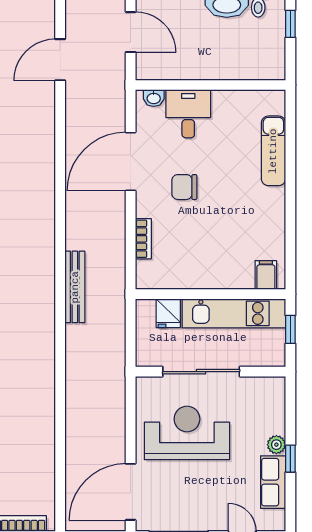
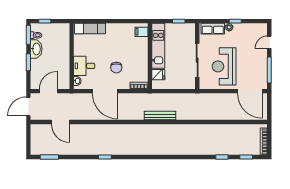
exam couch: (273, 151) -> (90, 28), moved
filing cabinet: (266, 275) -> (141, 32), moved
wall: (211, 294) -> (150, 56), moved
fridge: (168, 313) -> (158, 75), moved
kitchen unit: (234, 313) -> (158, 46), moved
row of seats: (273, 482) -> (213, 29), moved

